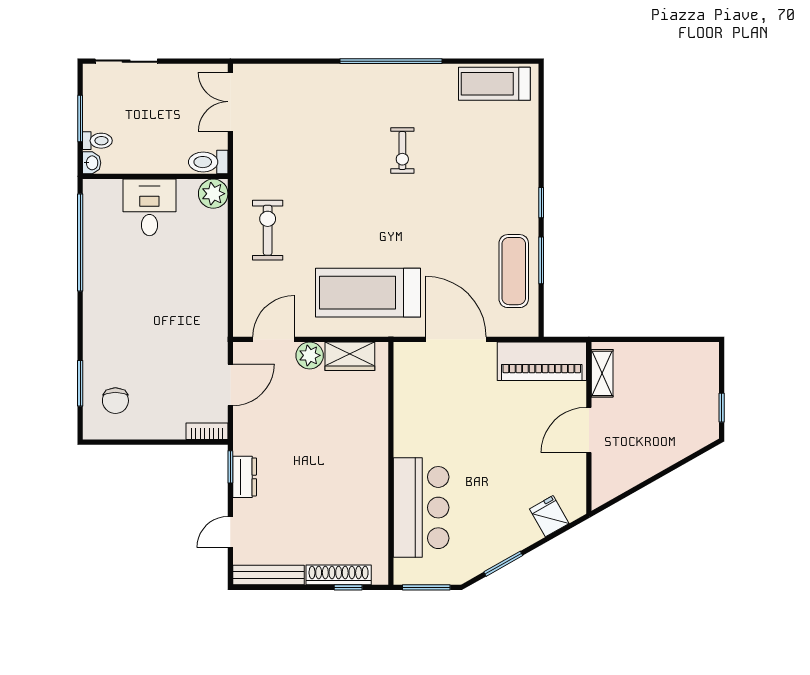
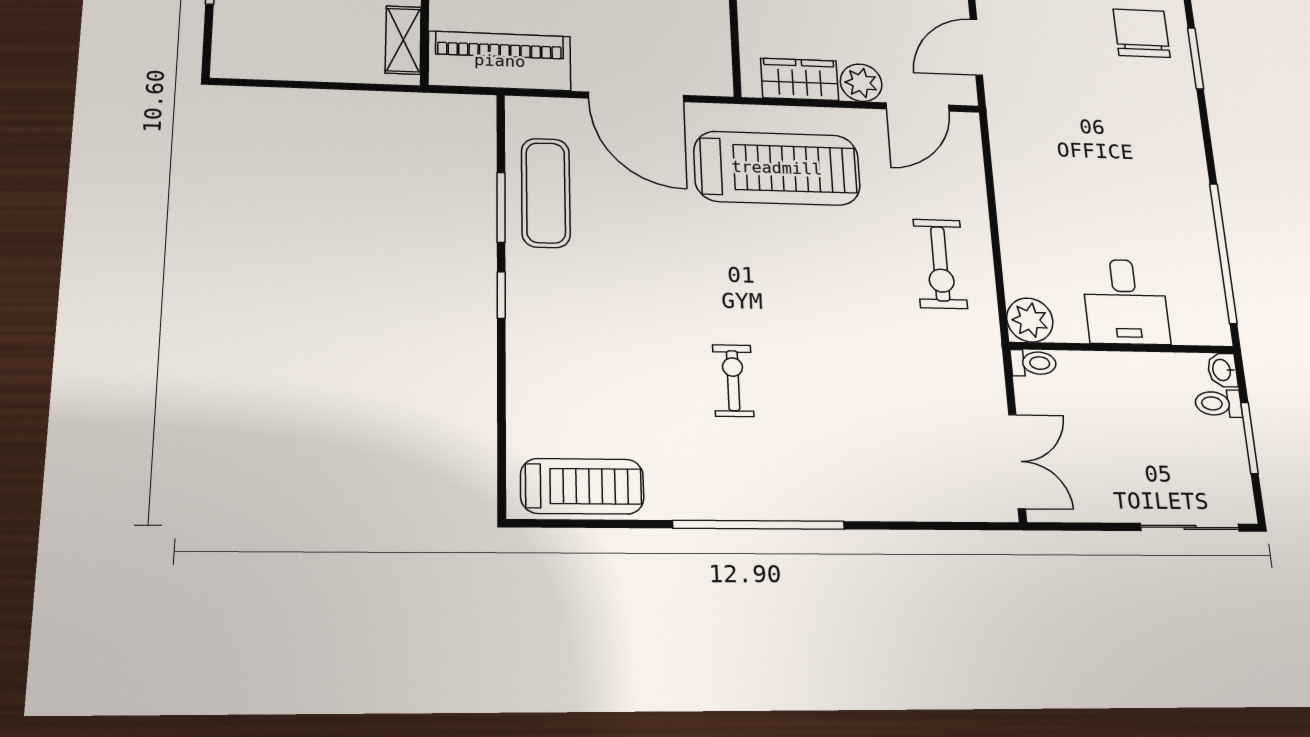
toilet: (208, 162) -> (1033, 363), width x0.73, depth x0.72
chair: (115, 401) -> (1142, 33), width x1.37, depth x1.37

